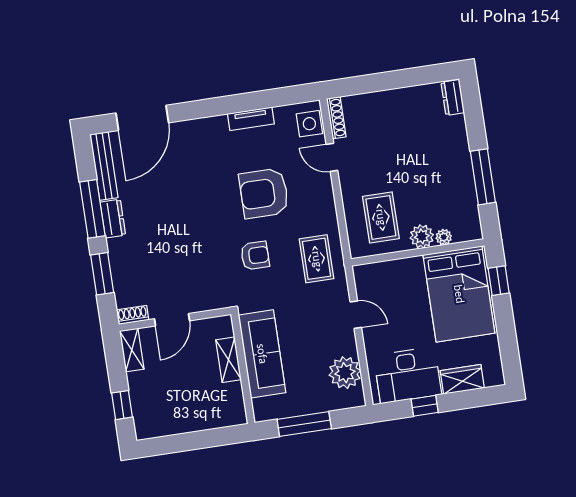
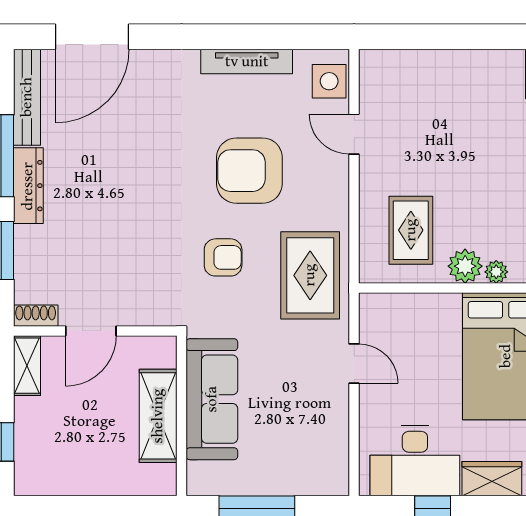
shoe rack: (336, 118) -> (369, 78), removed
tv unit: (251, 119) -> (247, 62), width x1.41
dresser: (113, 219) -> (28, 186), width x1.44
rug: (317, 259) -> (310, 275), width x1.36, depth x1.43
shelving: (228, 360) -> (158, 416), width x1.50, depth x1.33
plant: (345, 373) -> (326, 444), removed

